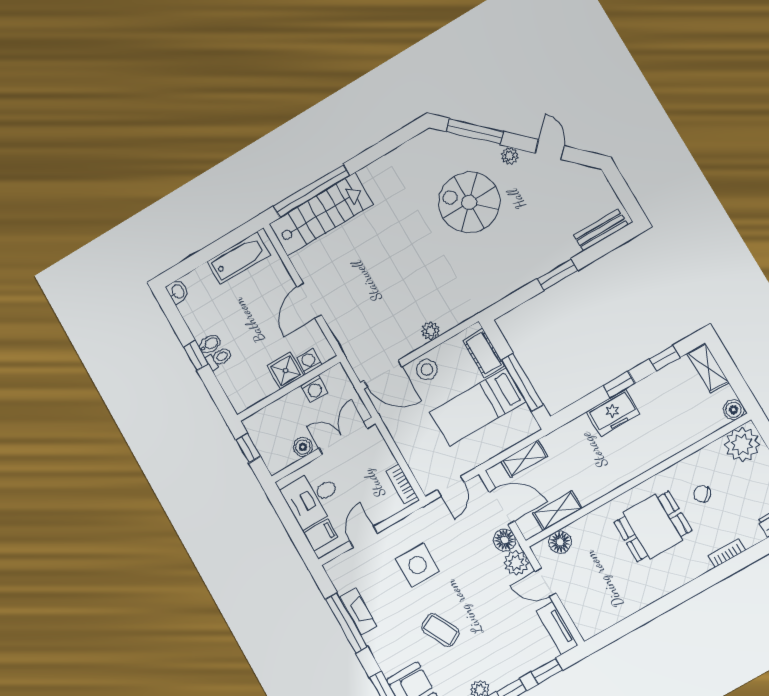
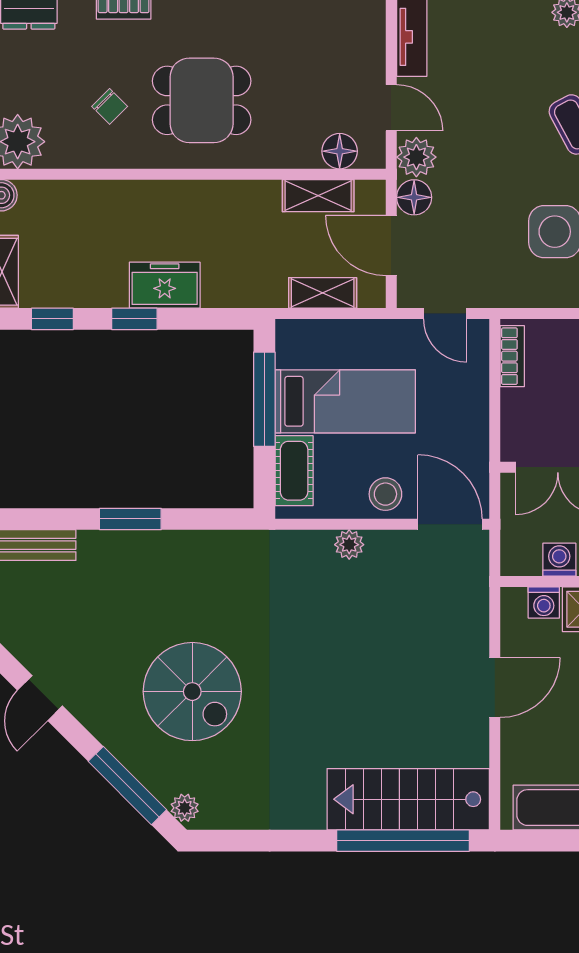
plant: (509, 156) -> (185, 808), moved
door: (451, 486) -> (445, 314), swing flipped

